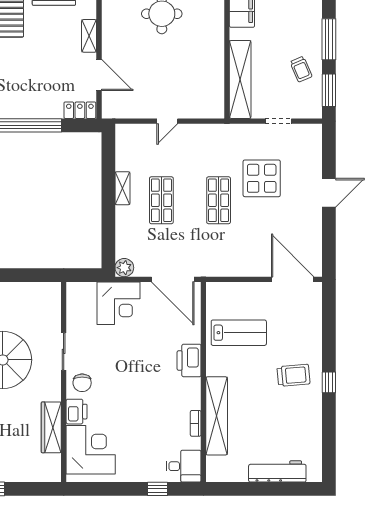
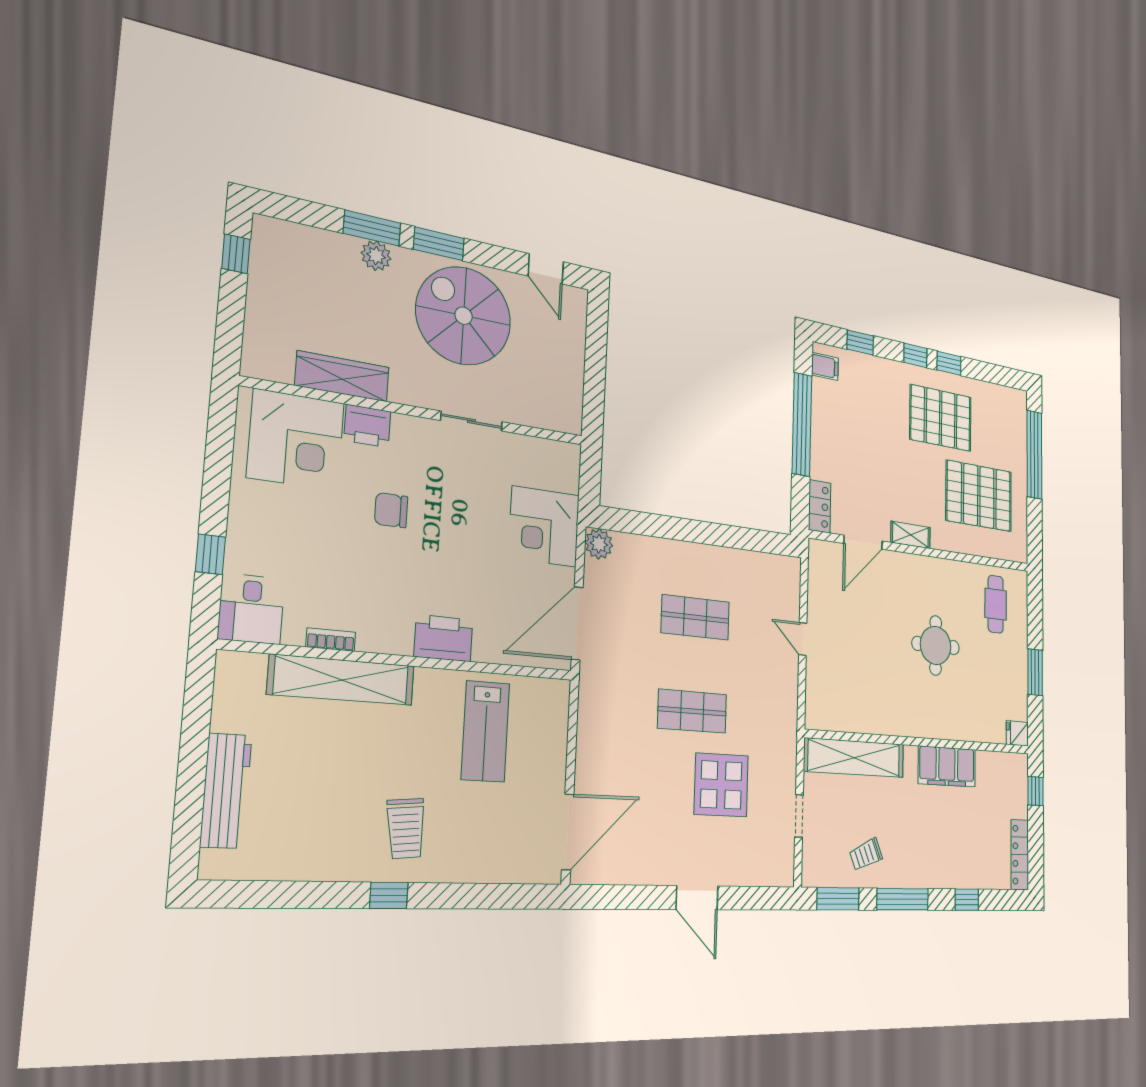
shelving: (122, 188) -> (714, 557), removed
chair: (82, 383) -> (391, 510), moved

